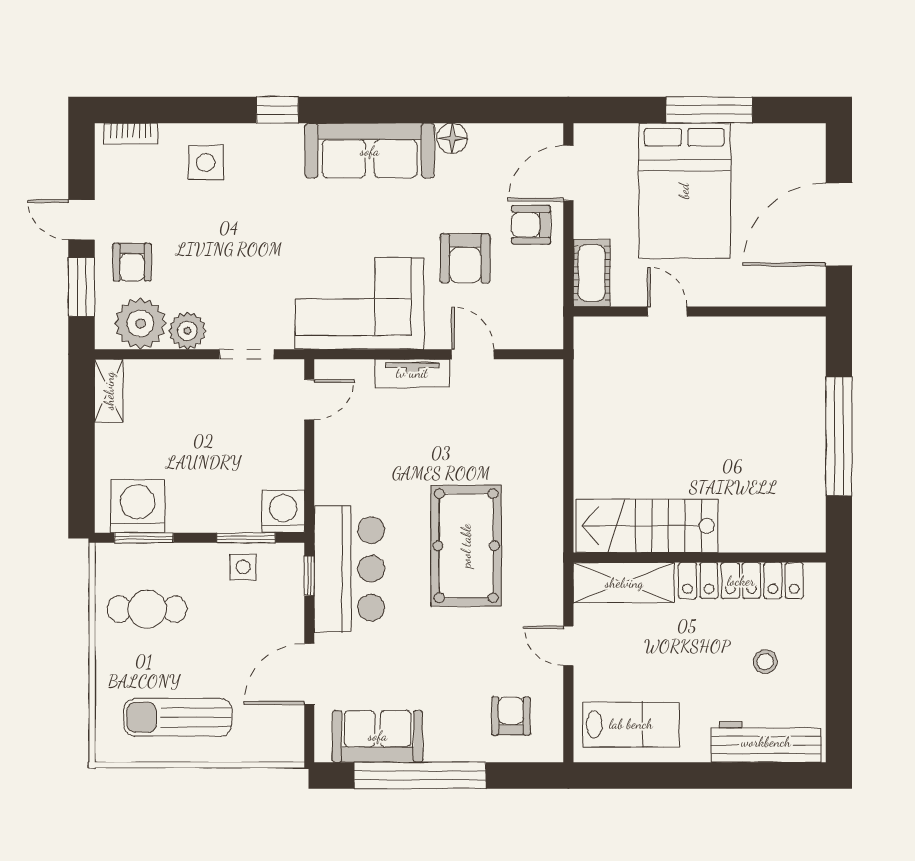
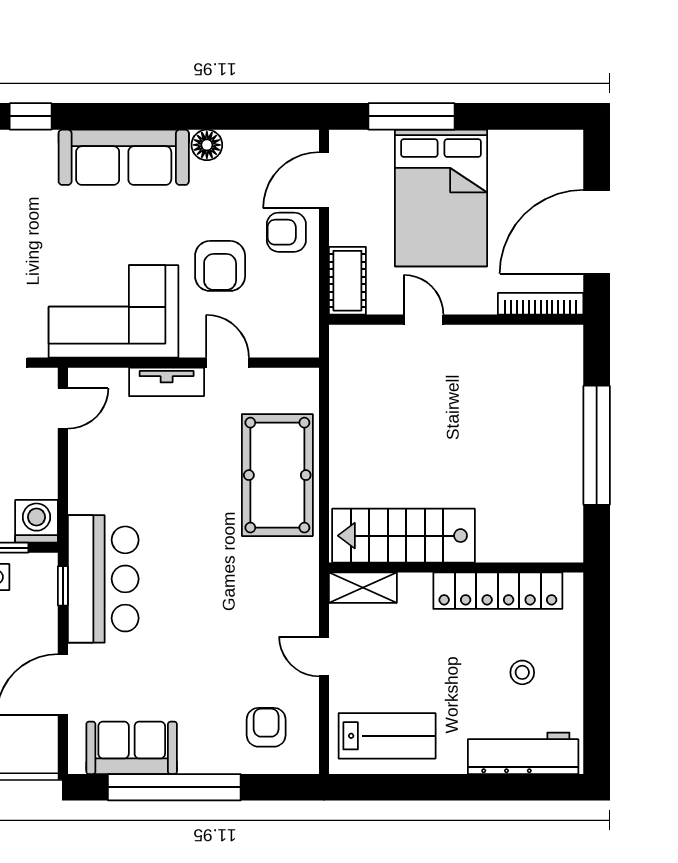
window: (709, 110) -> (412, 116), moved
bookcase: (783, 296) -> (541, 304), added
pool table: (466, 546) -> (277, 475), moved
shelving: (624, 583) -> (363, 588), width x0.67, depth x0.75

